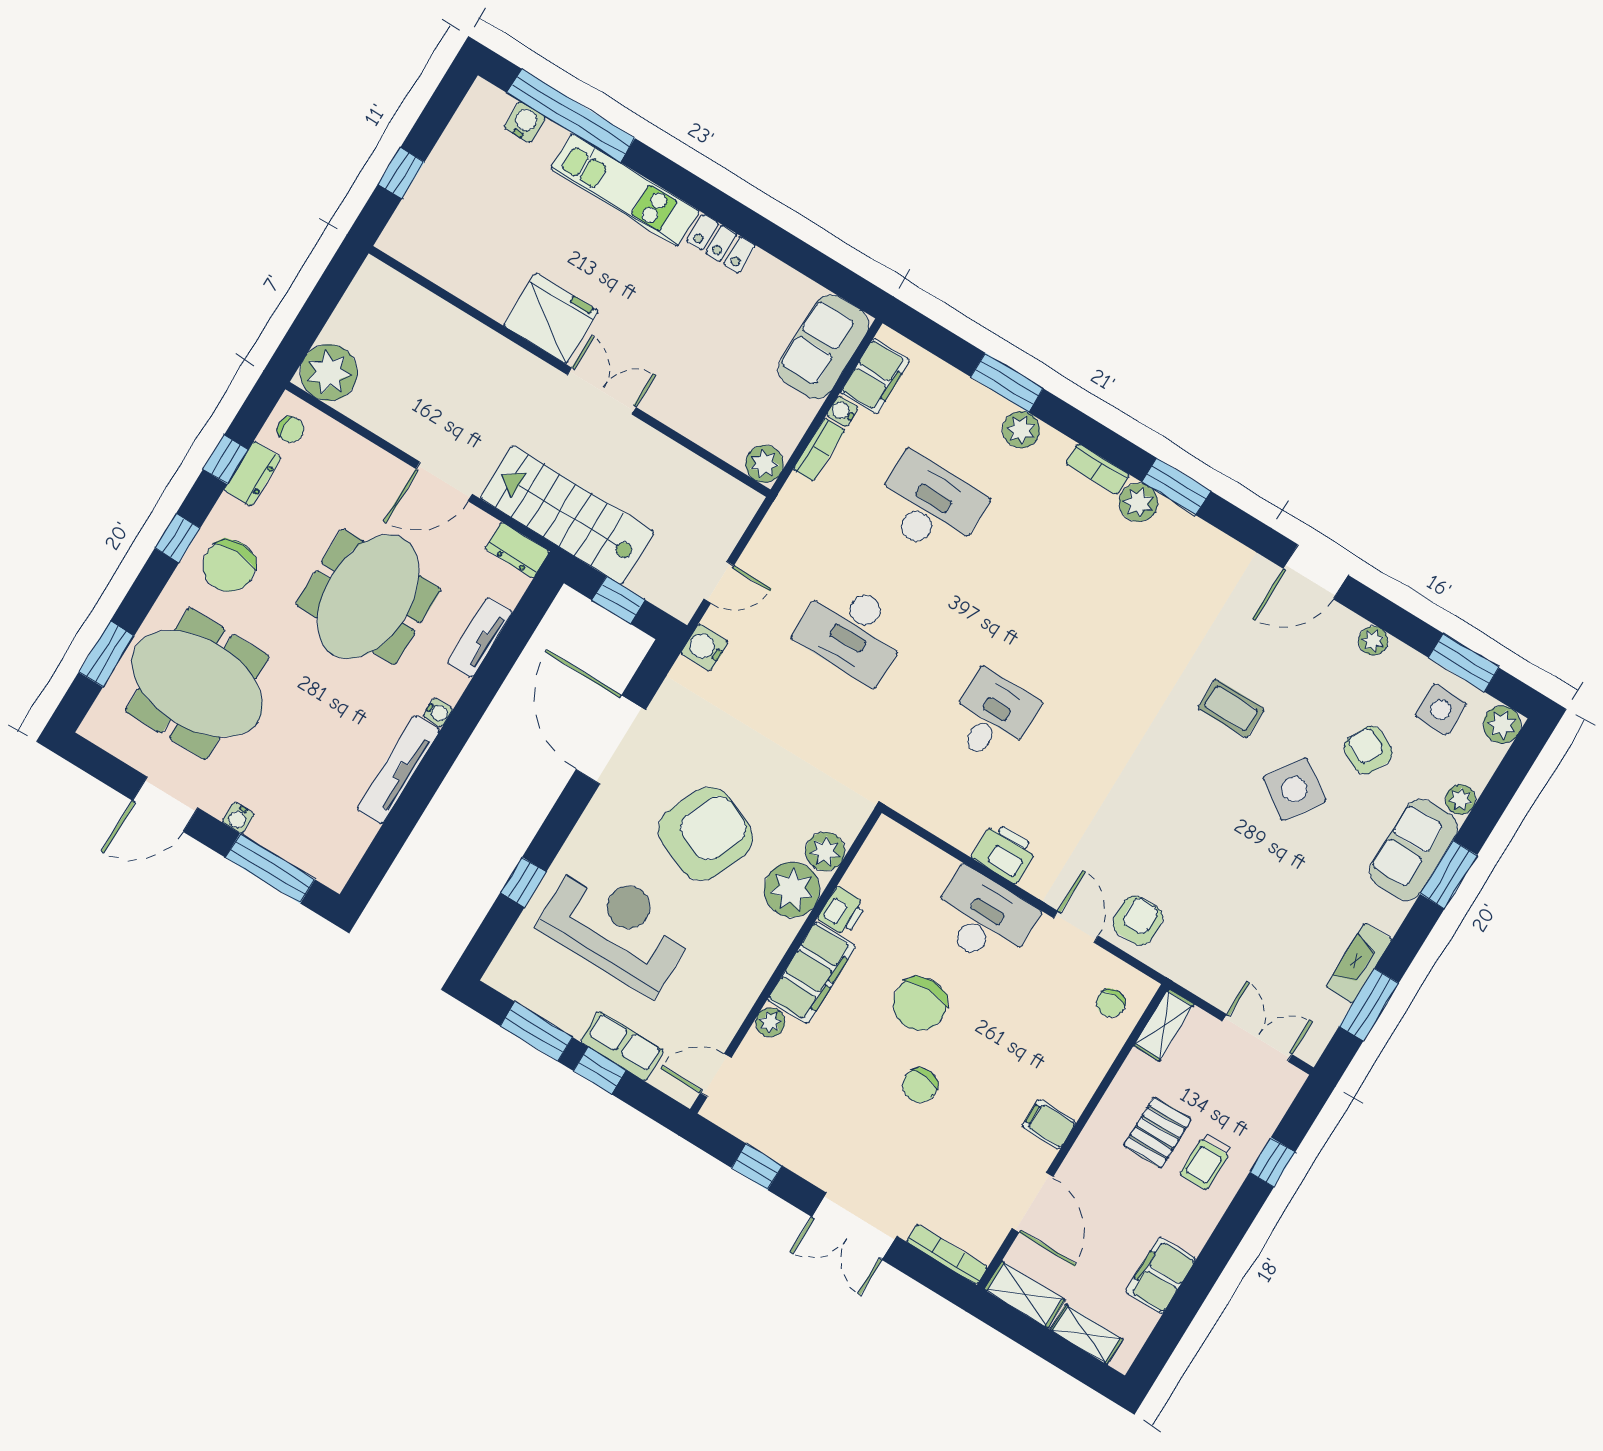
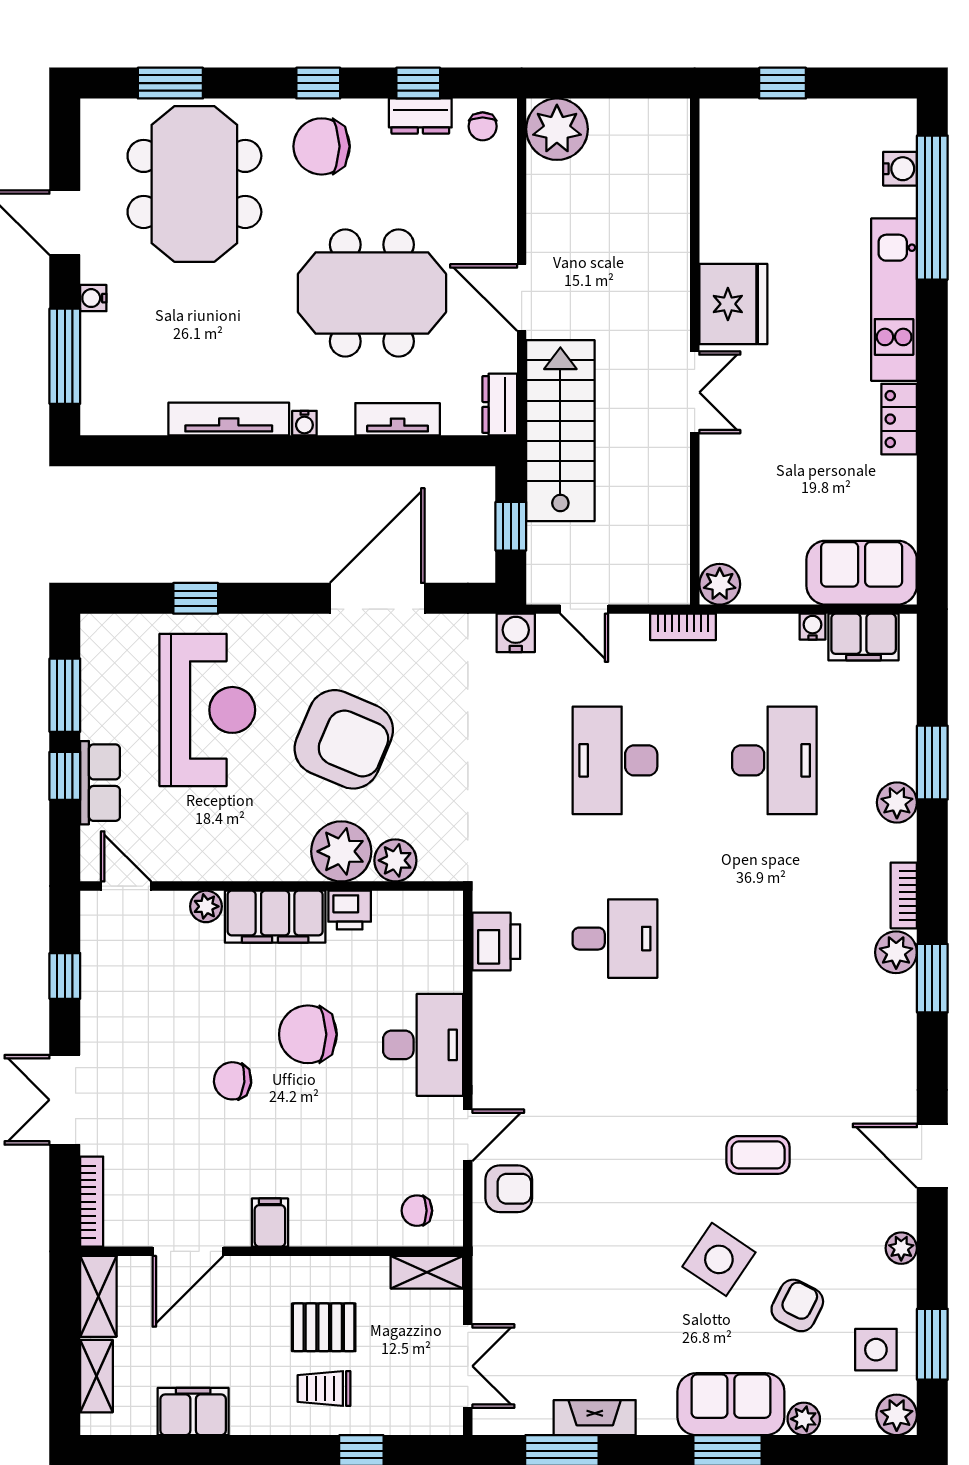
bookcase: (819, 450) -> (683, 627), moved
coffee table: (1231, 708) -> (758, 1155), turned 90
printer: (1005, 852) -> (496, 942), moved

